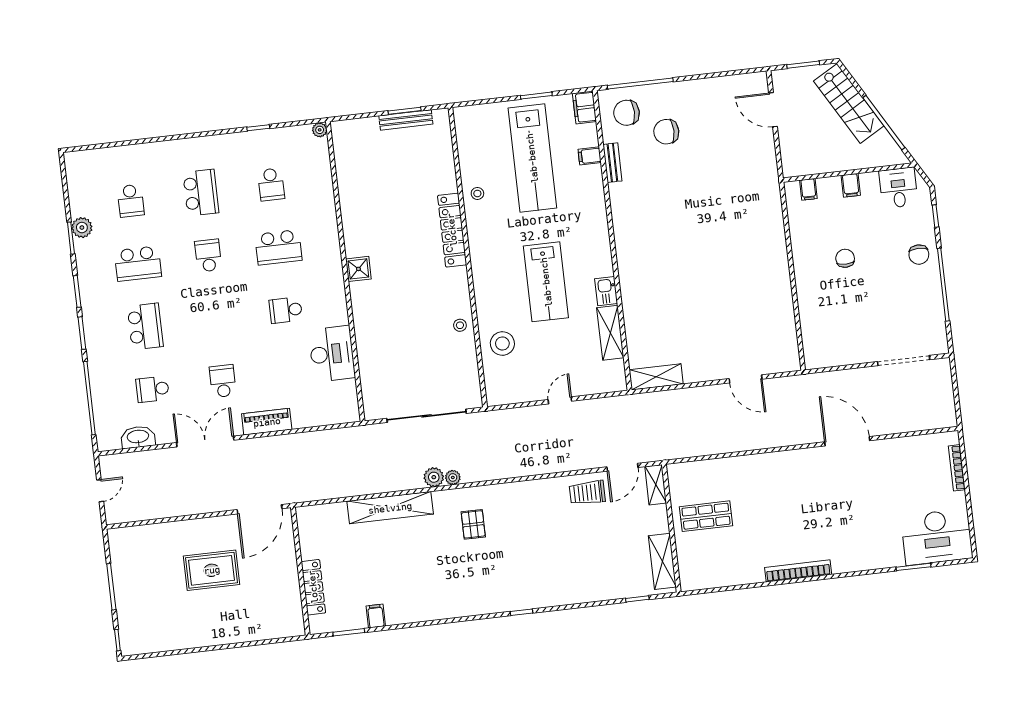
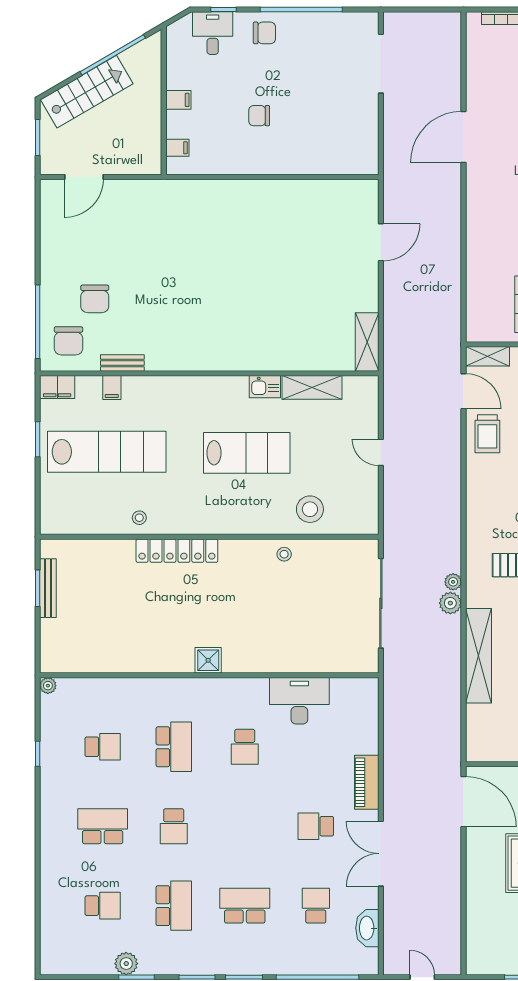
desk: (898, 188) -> (213, 33), moved, turned 90
school desk: (208, 255) -> (174, 826), turned -90
school desk: (152, 389) -> (316, 906), turned 180

